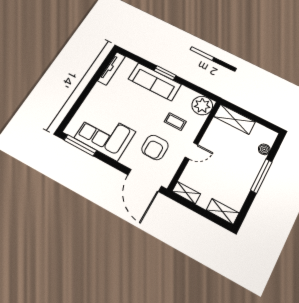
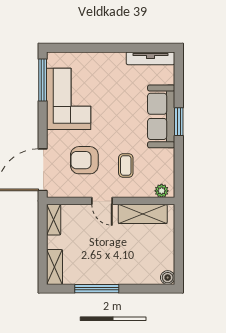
plant: (202, 106) -> (162, 191), width x0.53, depth x0.53
shelving: (235, 119) -> (143, 214), moved, turned 90
boiler: (264, 149) -> (168, 278), moved
window: (261, 176) -> (97, 289), moved

